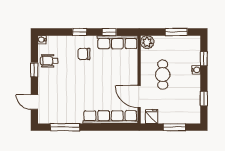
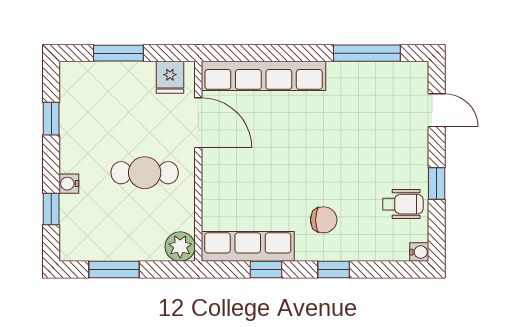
cafe table: (163, 75) -> (145, 173), turned 90

